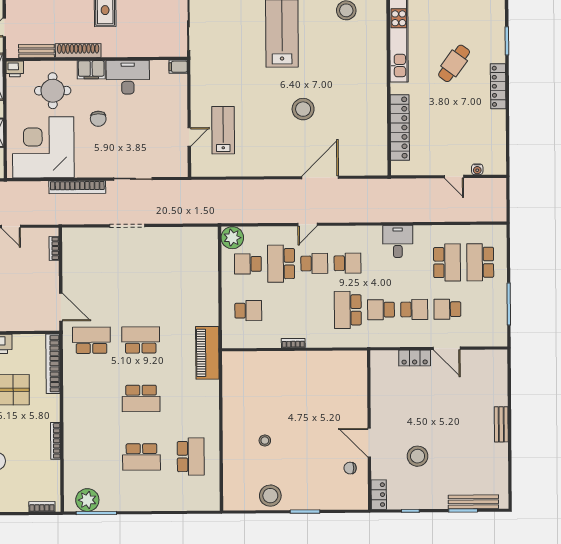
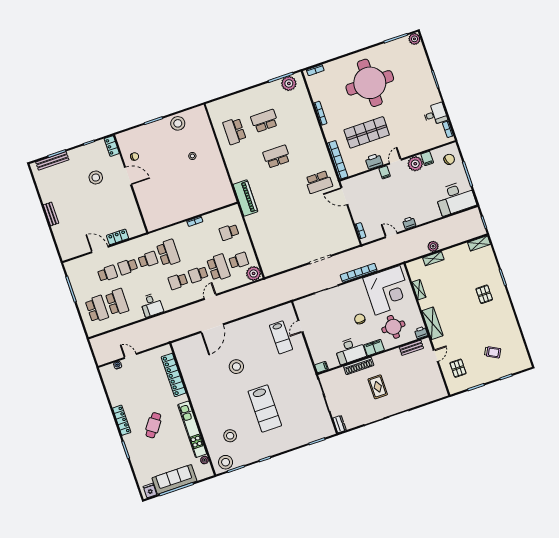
shoe rack: (78, 50) -> (359, 366), moved
school desk: (447, 263) -> (117, 302), turned 180
school desk: (141, 340) -> (289, 192), removed

